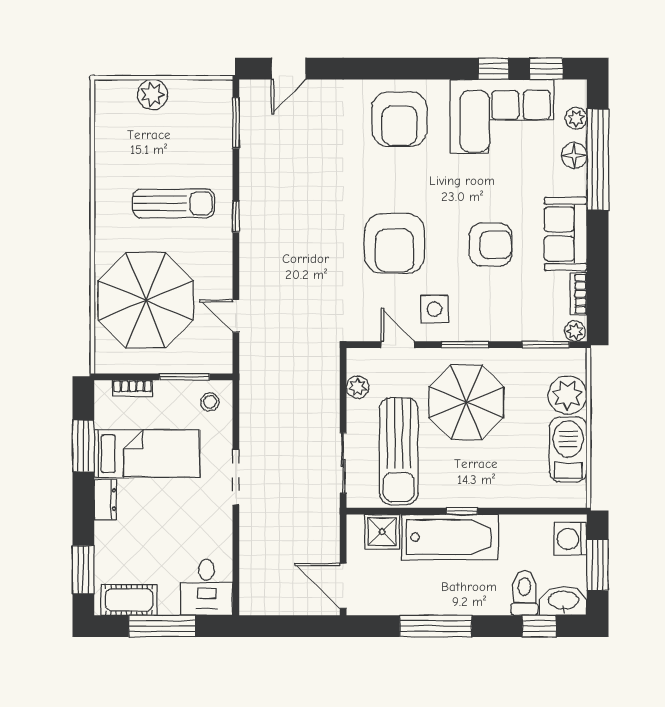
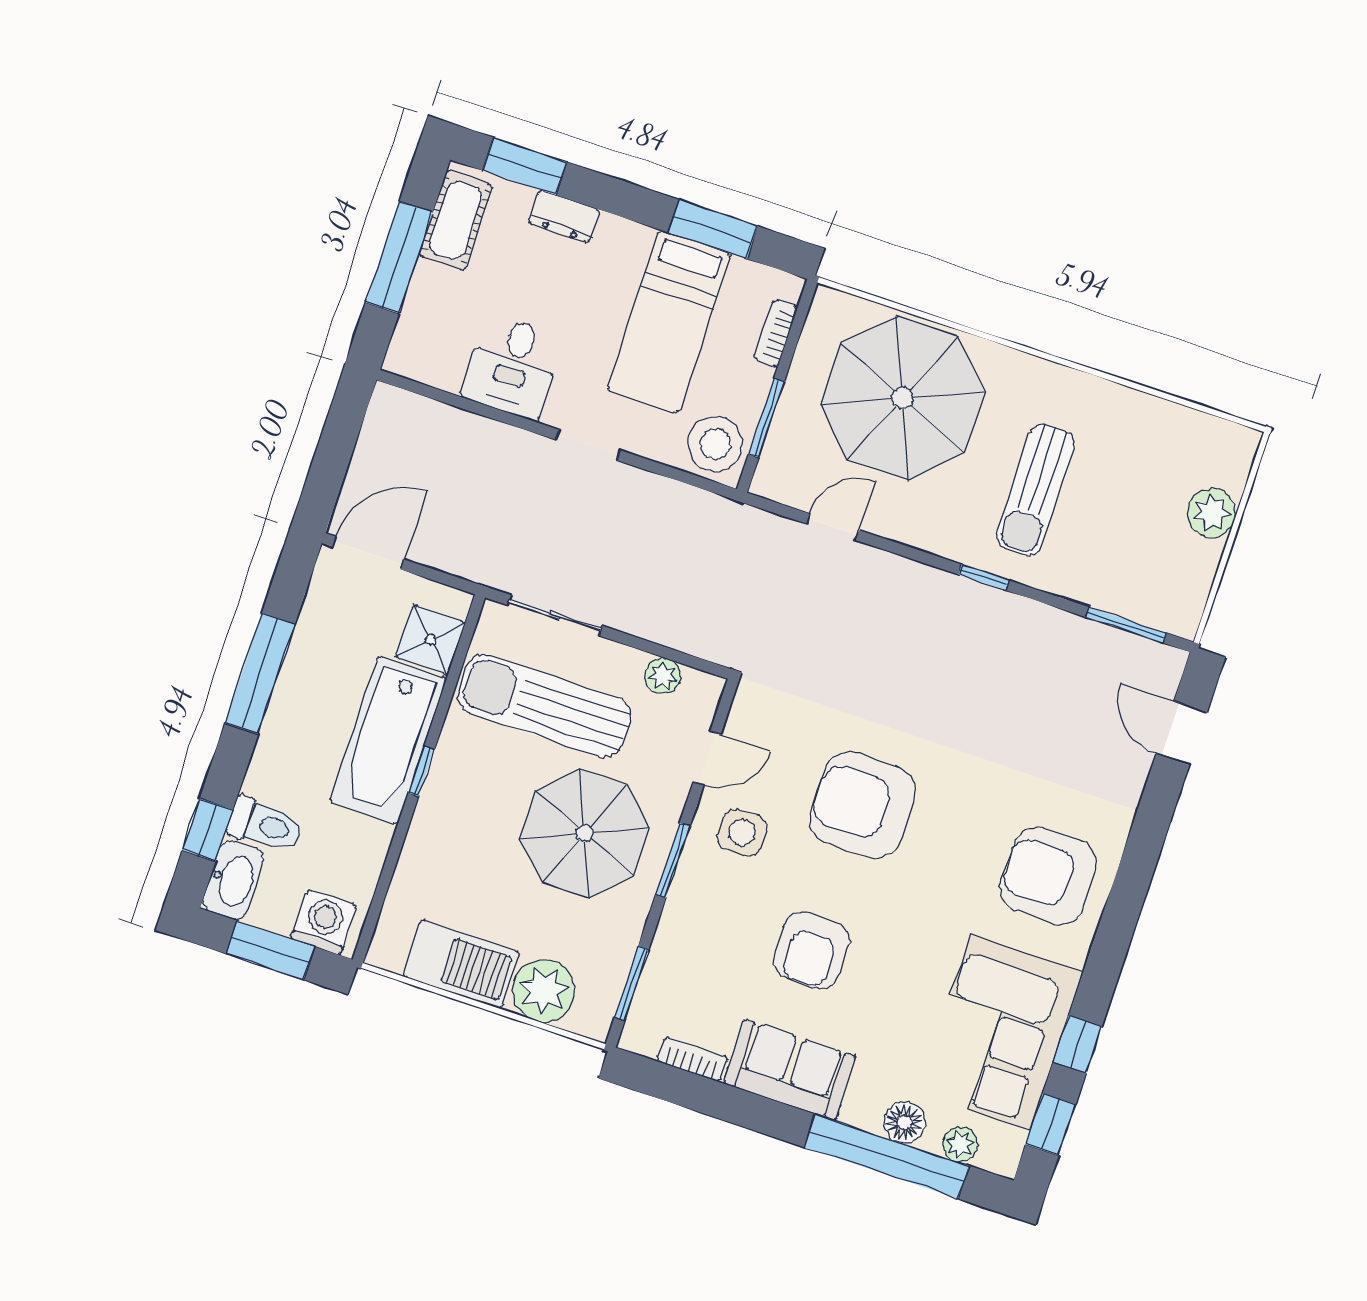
plant: (575, 331) -> (637, 1035), removed
stool: (210, 402) -> (715, 444), width x1.89, depth x1.89
doorway: (236, 477) -> (588, 445), width x0.73
dresser: (105, 500) -> (564, 217), moved
desk: (207, 587) -> (512, 367), moved, turned -90

